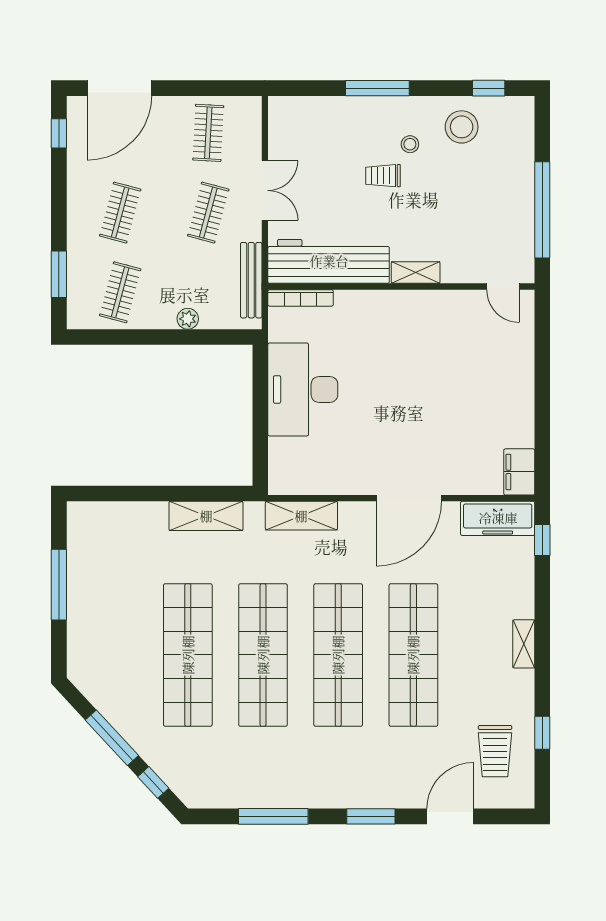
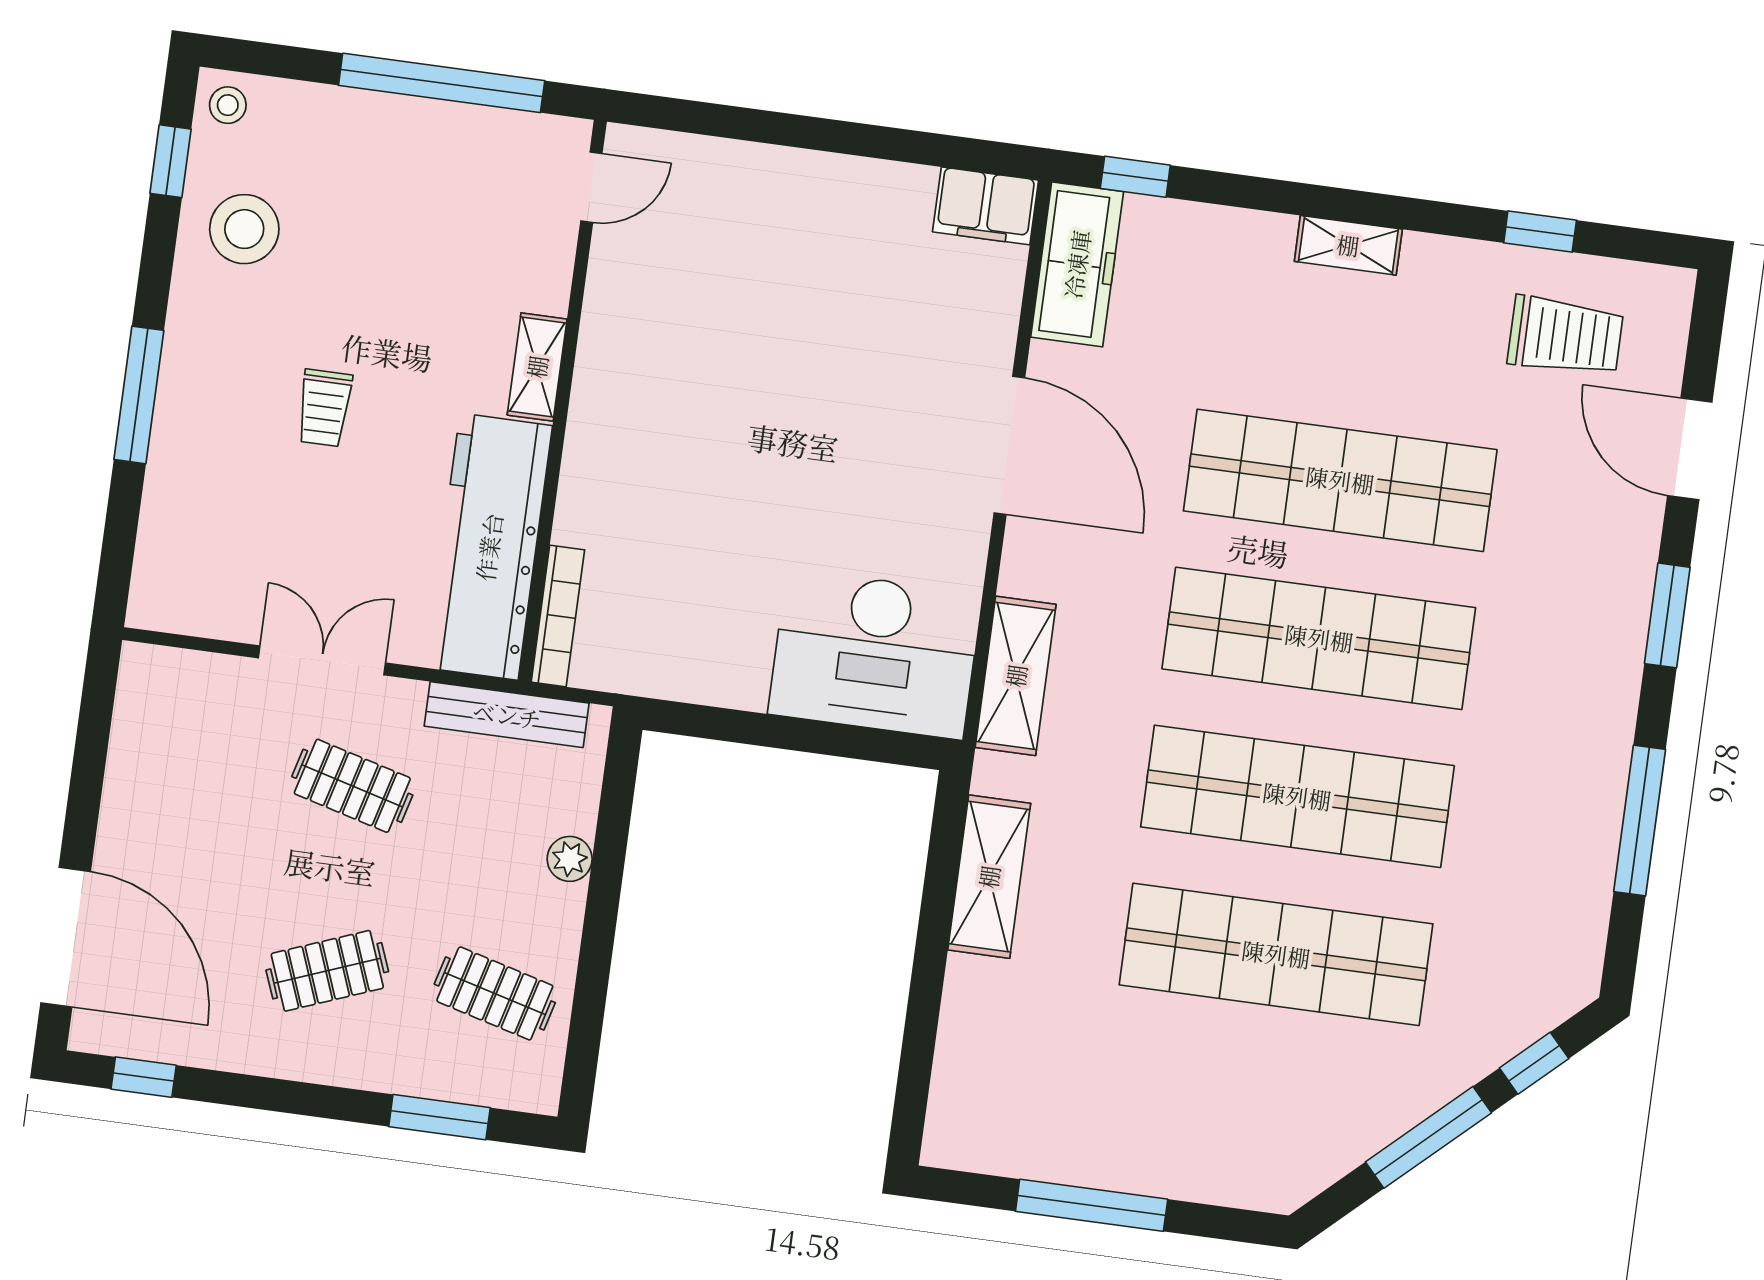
clothes rail: (208, 133) -> (185, 763), removed
stool: (410, 144) -> (228, 105), moved
clothes rail: (120, 213) -> (327, 971), turned -36
desk: (303, 389) -> (875, 654), moved

